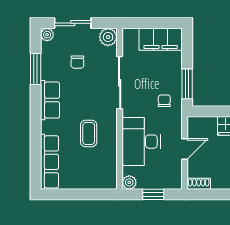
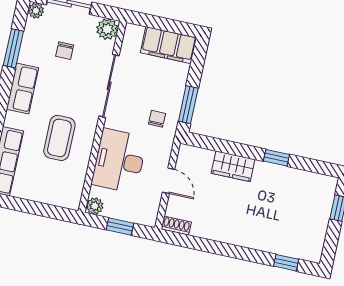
coffee table: (89, 134) -> (59, 138), width x1.36, depth x1.30
door: (185, 149) -> (169, 181), hinge flipped

